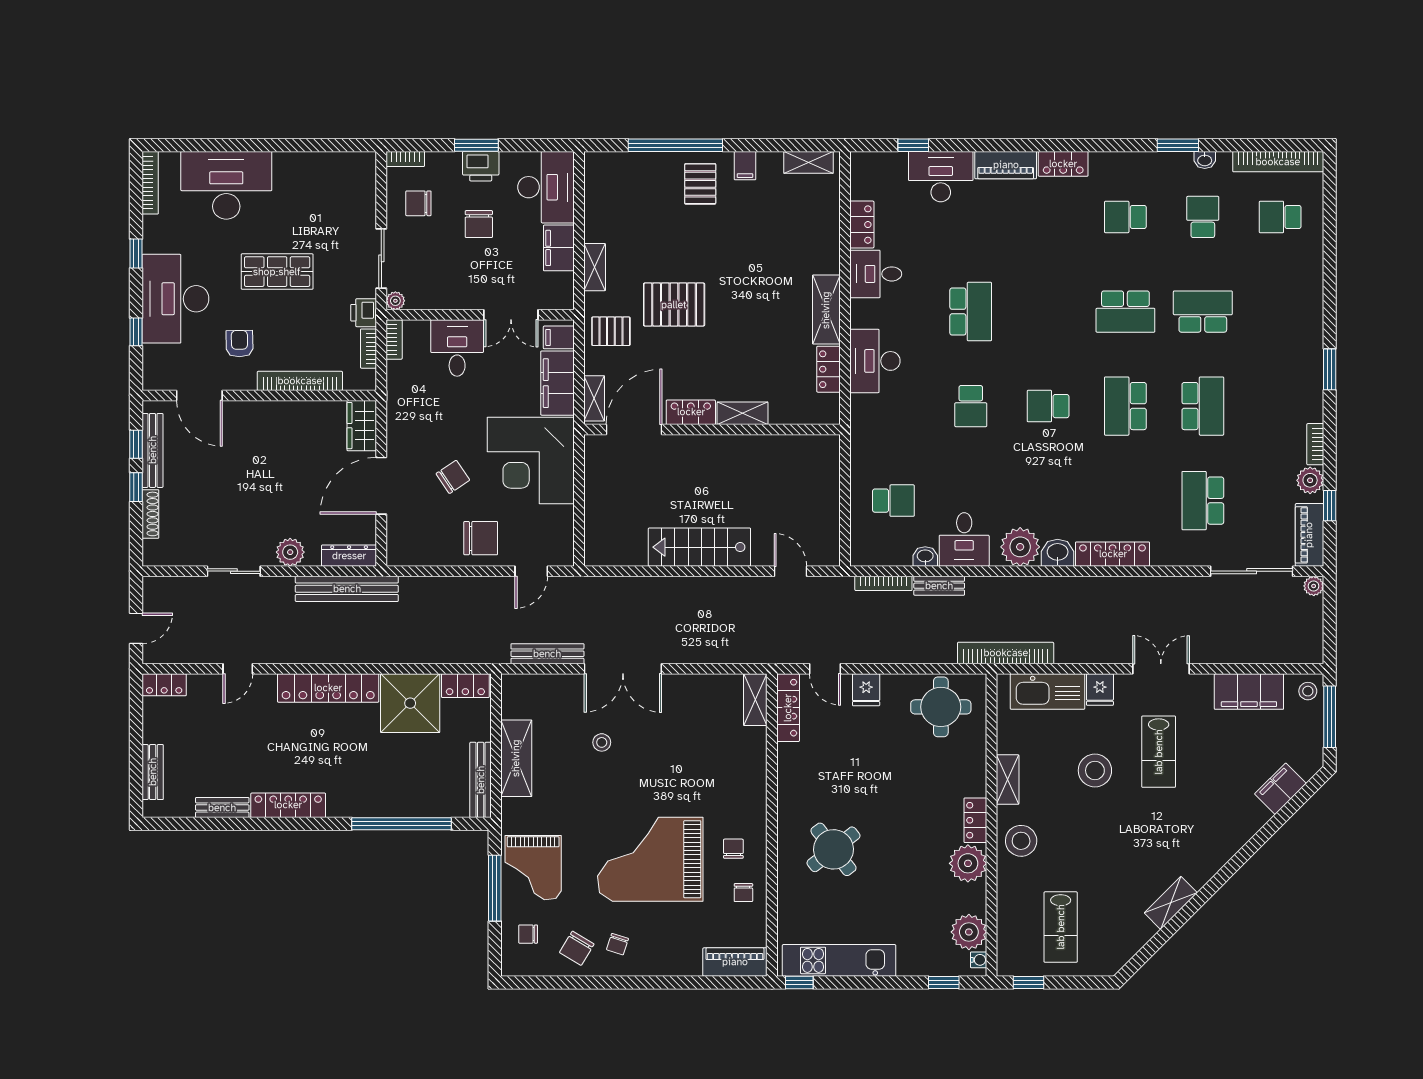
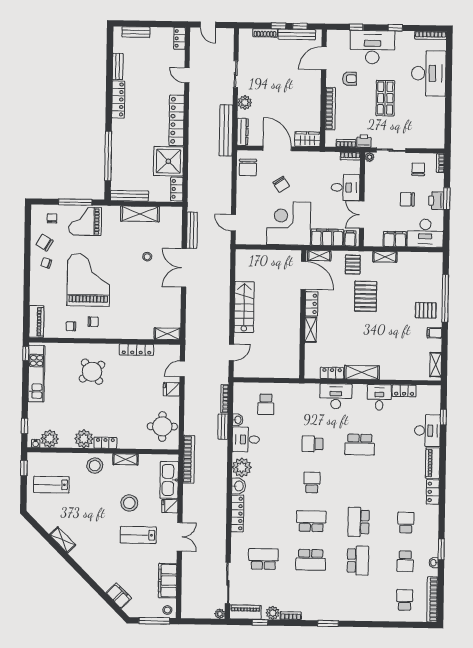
school desk: (1203, 217) -> (405, 561), turned 90
chair: (481, 538) -> (248, 167), moved
locker: (788, 708) -> (137, 350), moved

